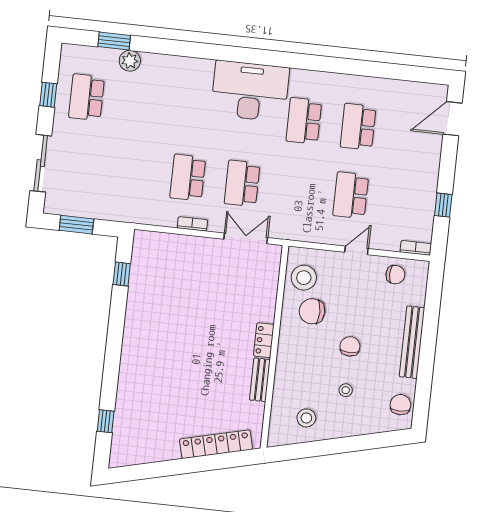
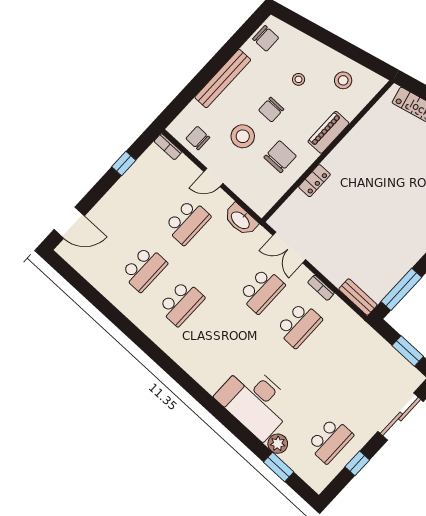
desk: (250, 91) -> (255, 401), moved
washbasin: (306, 231) -> (241, 220), added
window: (122, 274) -> (401, 289), width x2.17
stool: (304, 278) -> (243, 136), moved
chair: (312, 311) -> (280, 157), turned -90
locker: (264, 340) -> (314, 181), moved
piano: (286, 363) -> (328, 132), added
bench: (260, 380) -> (358, 297), moved, turned 90
chair: (400, 405) -> (266, 38), turned -90

